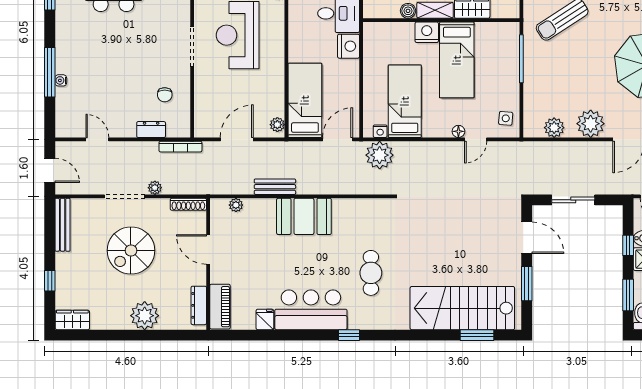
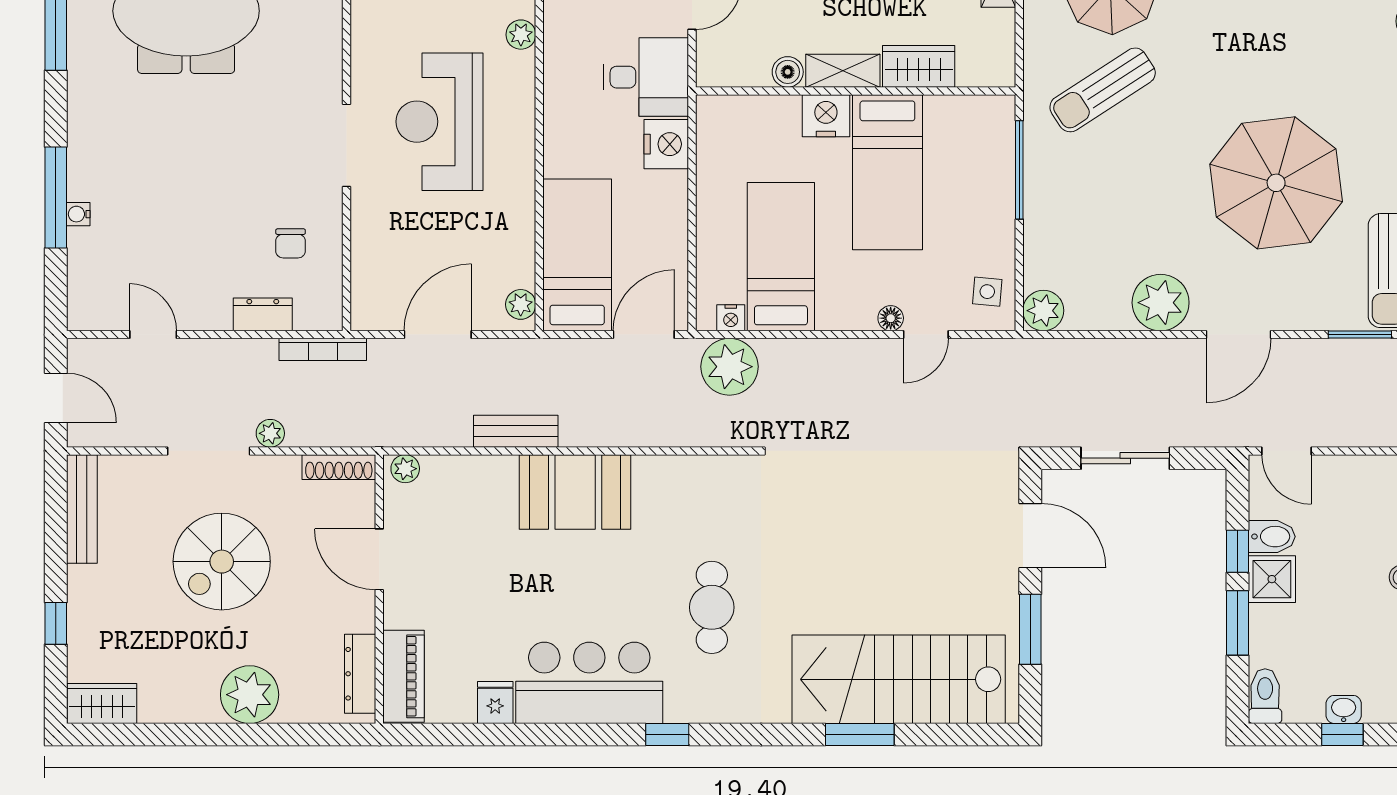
plant: (554, 128) -> (1043, 311), moved
plant: (236, 205) -> (405, 469), moved
window: (628, 295) -> (1237, 623), moved
window: (477, 335) -> (860, 735), moved

